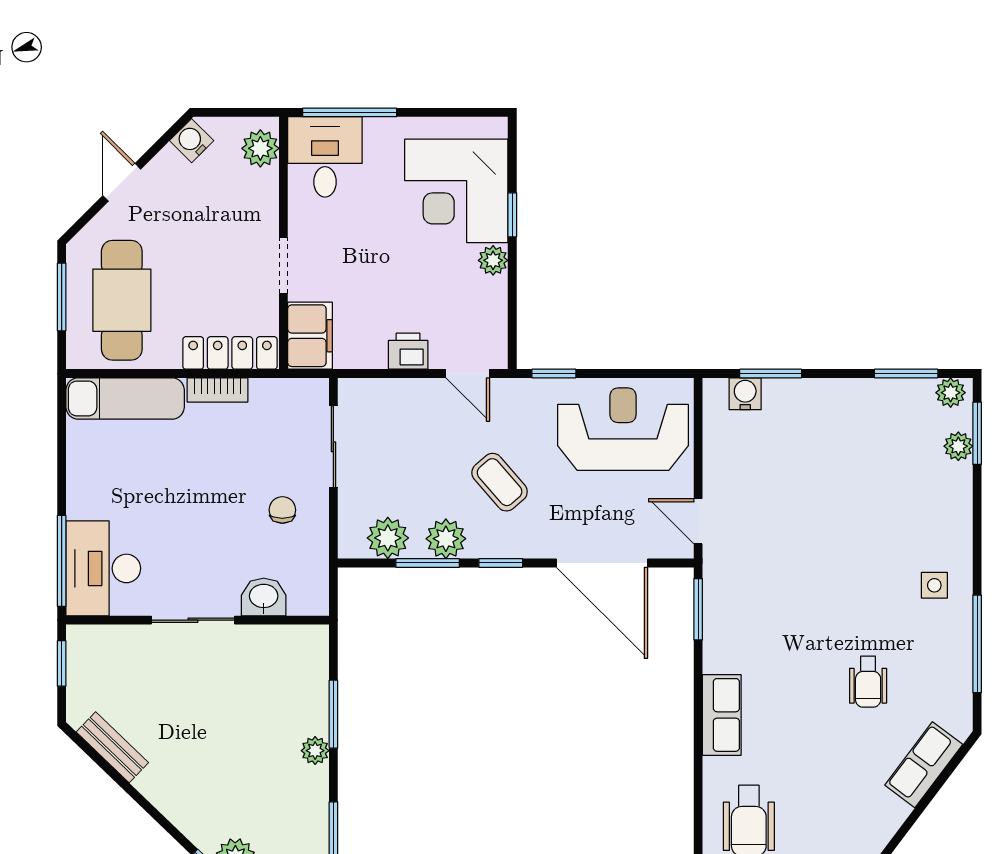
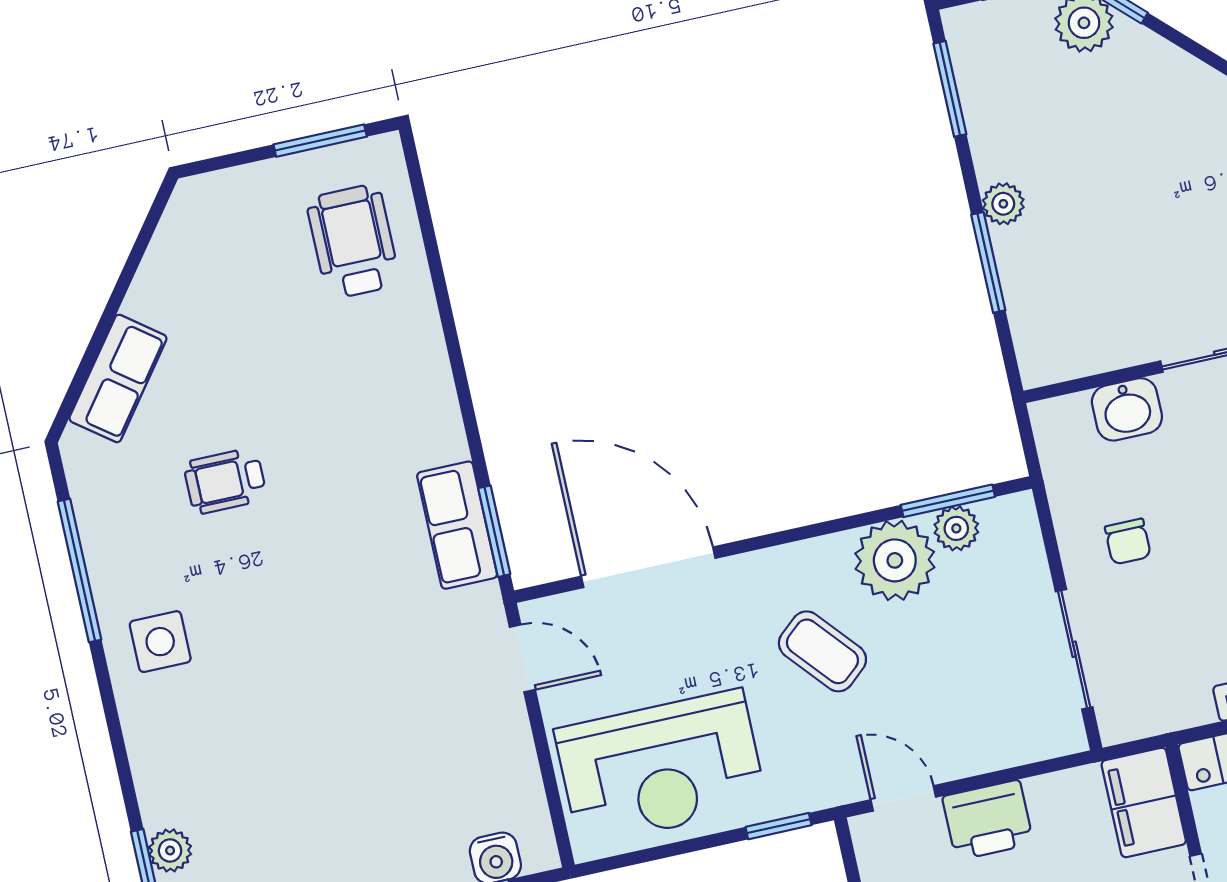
printer: (408, 351) -> (988, 820), width x1.36, depth x1.24
plant: (388, 538) -> (956, 528), width x0.73, depth x0.73
plant: (446, 539) -> (895, 560), width x1.36, depth x1.36
window: (428, 563) -> (948, 501), moved
window: (501, 563) -> (795, 535), removed
side table: (934, 585) -> (160, 642), width x1.37, depth x1.37
wheelchair: (868, 682) -> (225, 481), turned -90
row of seats: (722, 715) -> (457, 525), moved

